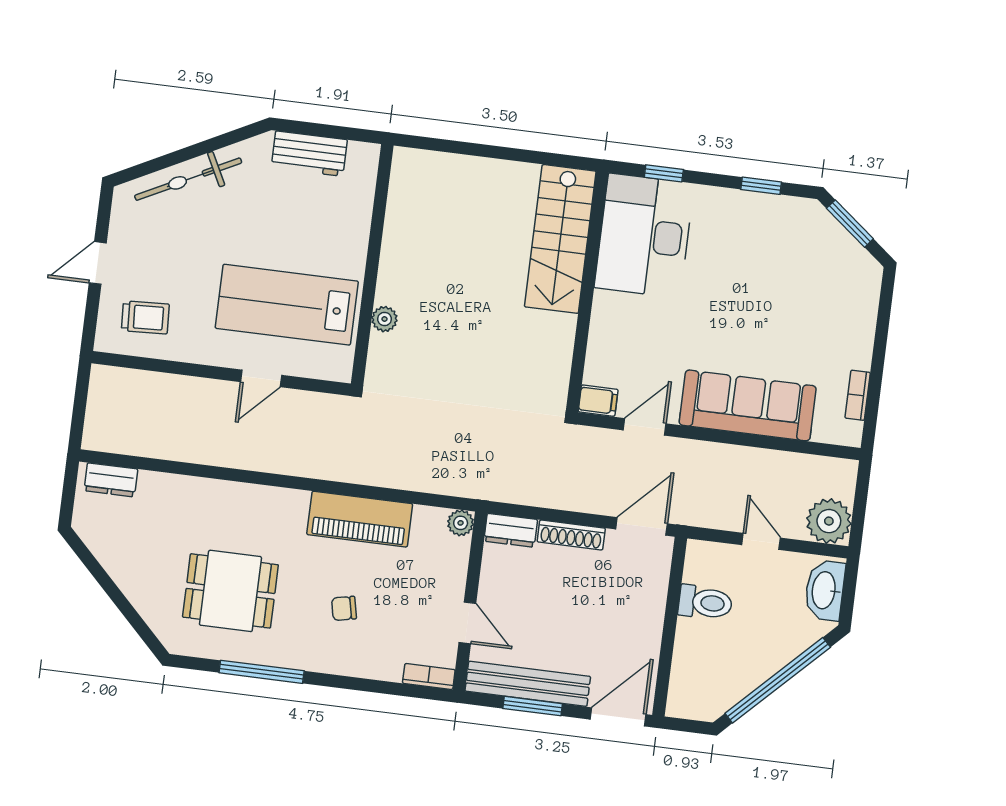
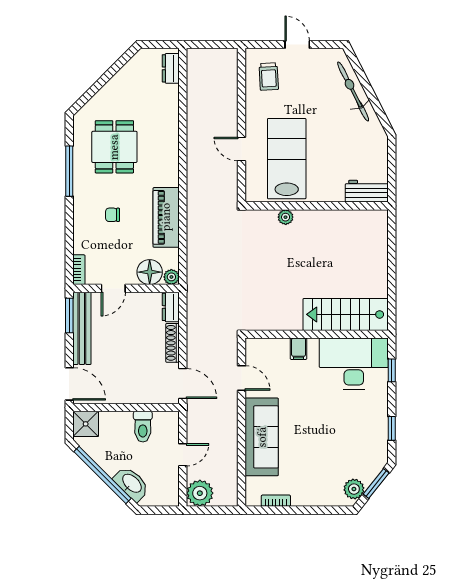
workbench: (309, 154) -> (367, 191), moved, turned 90
plant: (855, 262) -> (354, 489), added
filing cabinet: (598, 401) -> (299, 349), moved
floor lamp: (448, 558) -> (150, 272), added
washbasin: (825, 590) -> (132, 484), moved, turned 45
chair: (344, 608) -> (113, 215), turned -78
shower: (689, 698) -> (86, 424), added
window: (533, 706) -> (69, 315), moved

